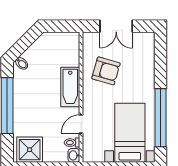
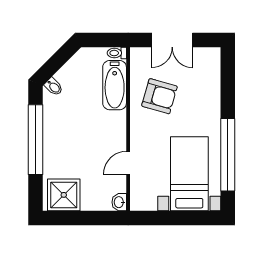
bathtub: (70, 87) -> (115, 85), moved
toilet: (72, 143) -> (117, 53), moved

